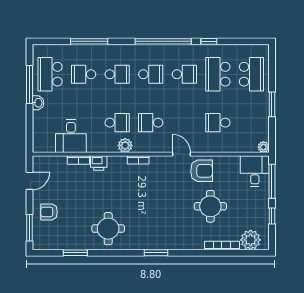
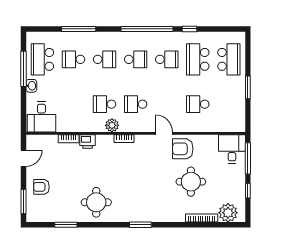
school desk: (117, 123) -> (105, 104), turned 180
desk: (71, 136) -> (41, 117), moved
plant: (263, 147) -> (240, 127), removed
armchair: (202, 171) -> (183, 149), turned 180

